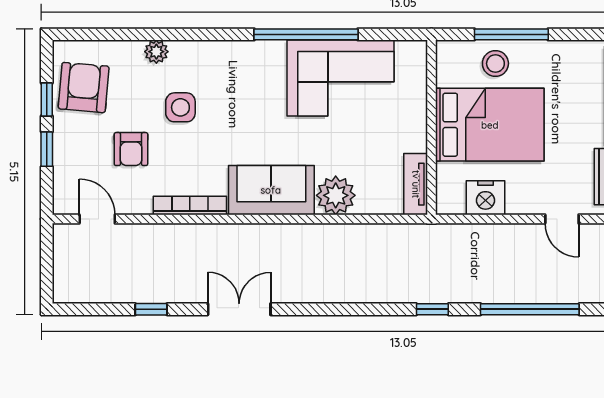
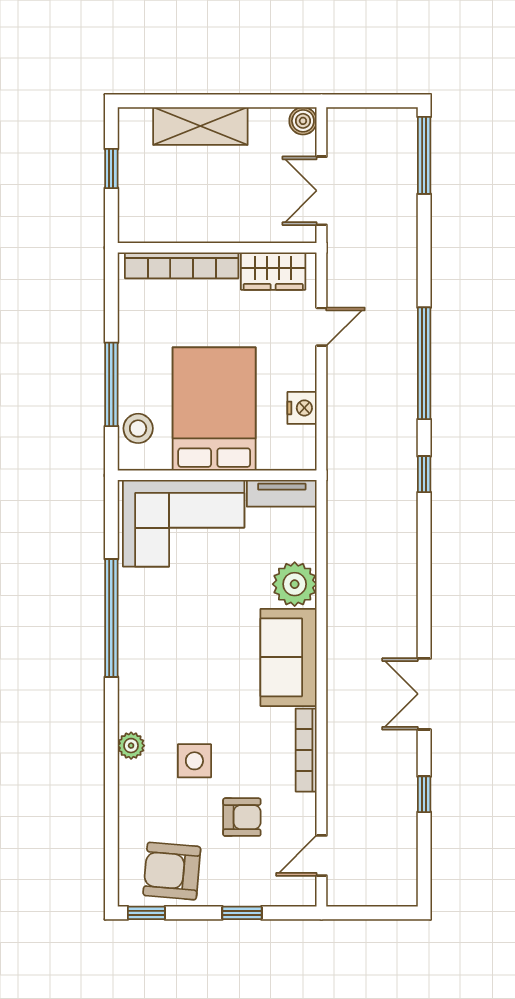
plant: (156, 52) -> (131, 746), moved
stool: (495, 63) -> (138, 428), moved
corner sofa: (340, 78) -> (184, 523), moved, turned 90
window: (47, 99) -> (146, 913), moved
nightstand: (486, 198) -> (302, 408), width x0.74, depth x0.75

